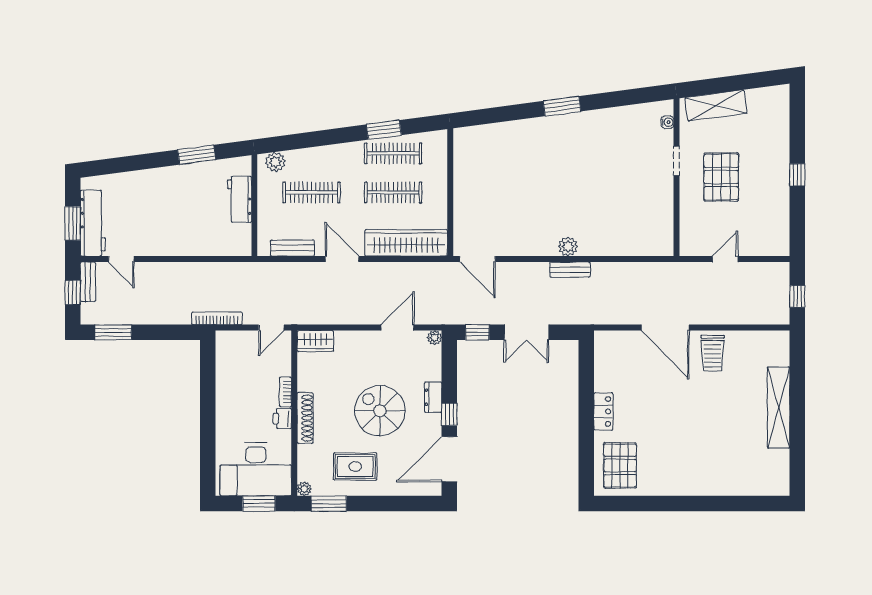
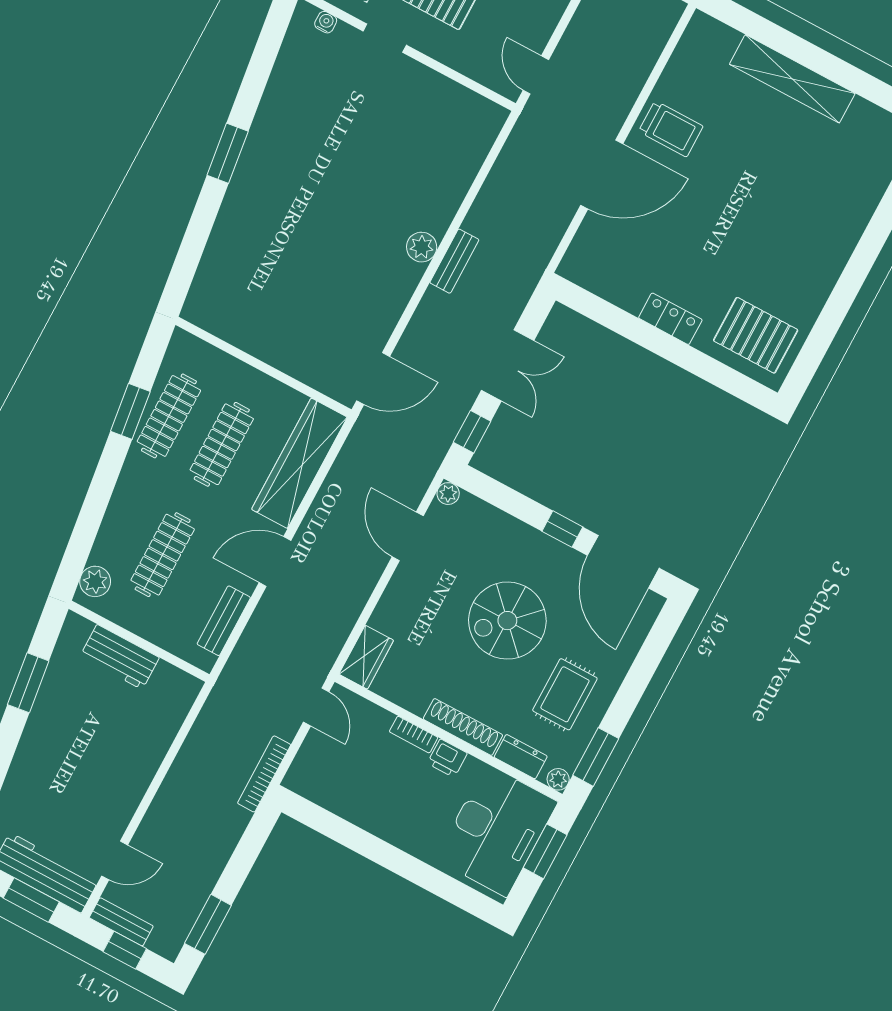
door: (725, 259) -> (536, 75), moved
dresser: (433, 397) -> (521, 757), moved, turned 180

